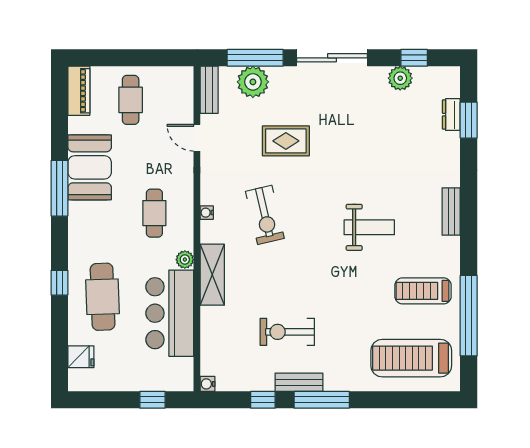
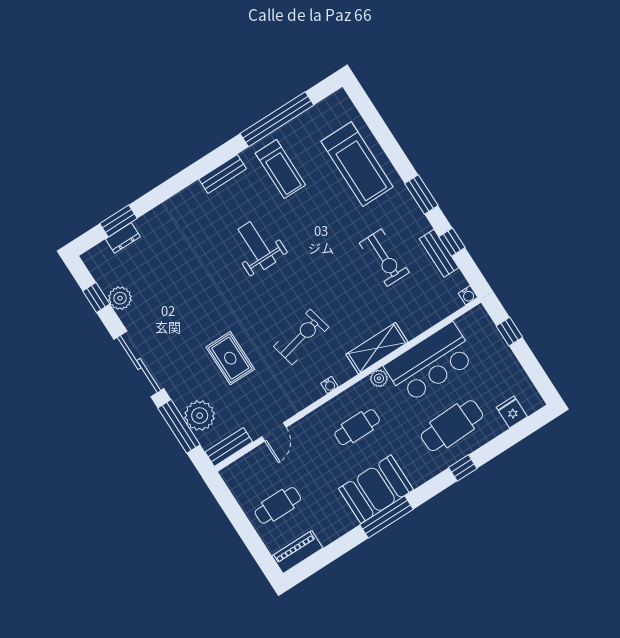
booth: (90, 167) -> (376, 489), moved
bench: (451, 212) -> (223, 174), moved
treadmill: (411, 358) -> (357, 164), moved
bench: (299, 382) -> (439, 253), moved
window: (322, 400) -> (421, 195), width x0.69

